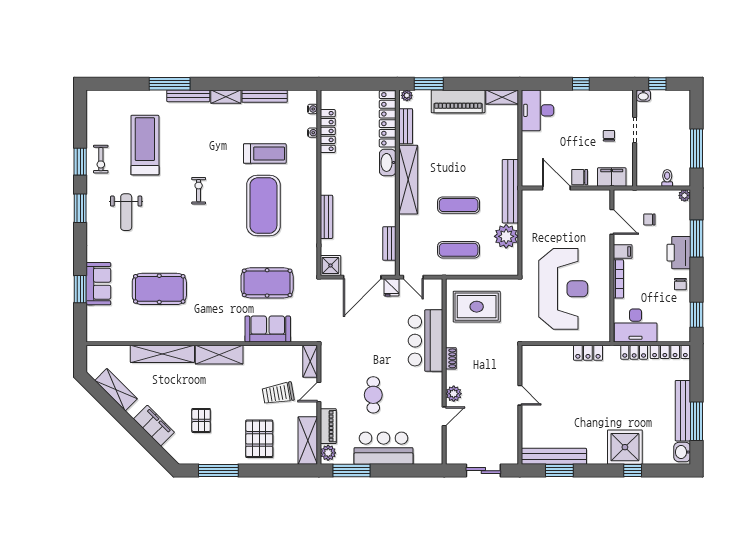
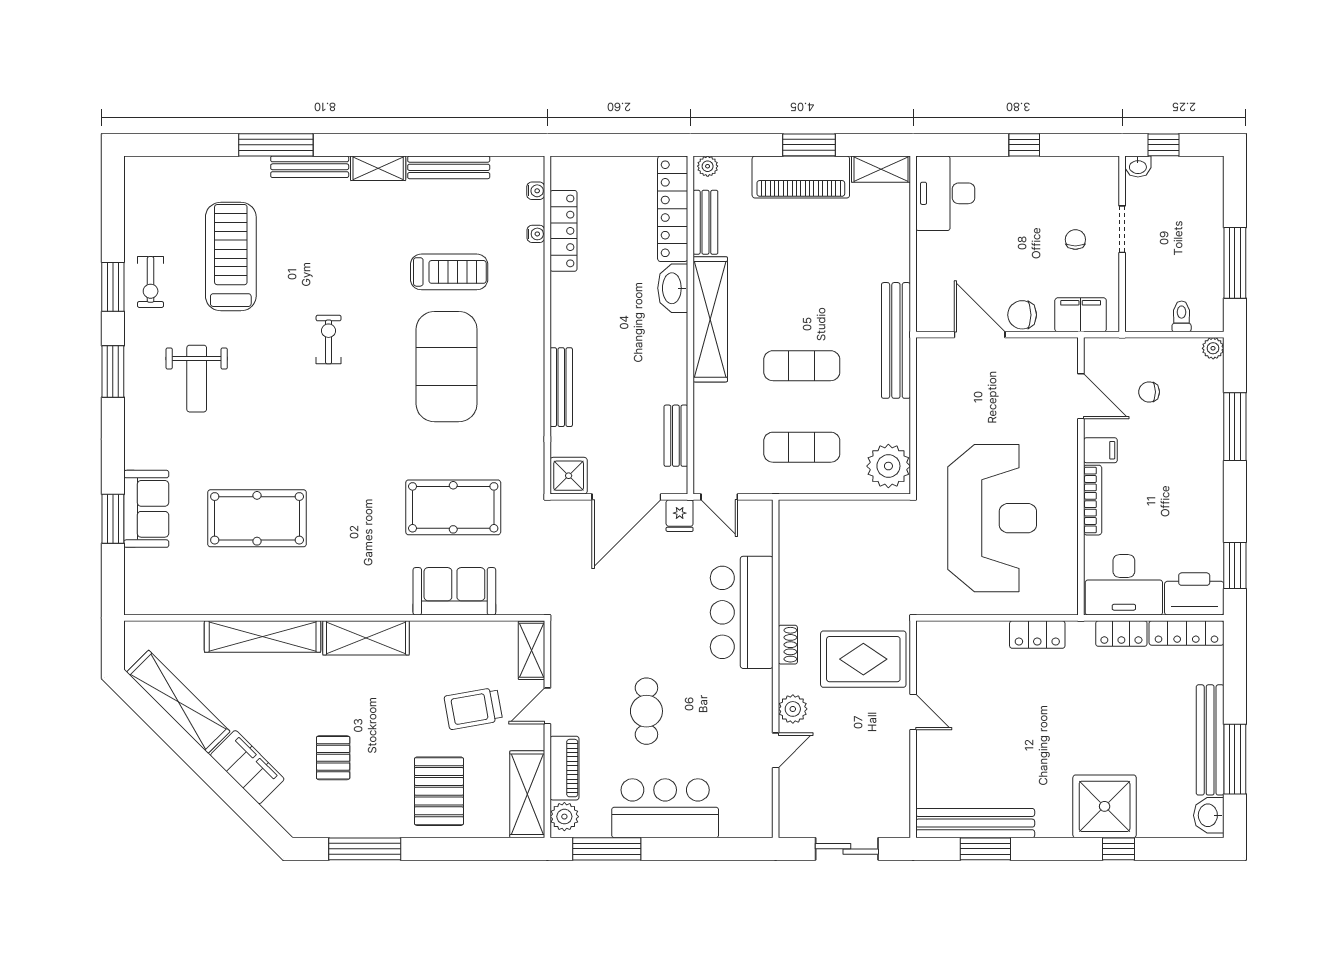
window: (429, 84) -> (809, 145), moved
plant: (506, 236) -> (888, 466), moved
printer: (679, 253) -> (1194, 594), moved, turned 90
chair: (680, 284) -> (1206, 510), removed
rug: (477, 307) -> (863, 659), moved
shelving: (116, 390) -> (178, 702), width x1.47

